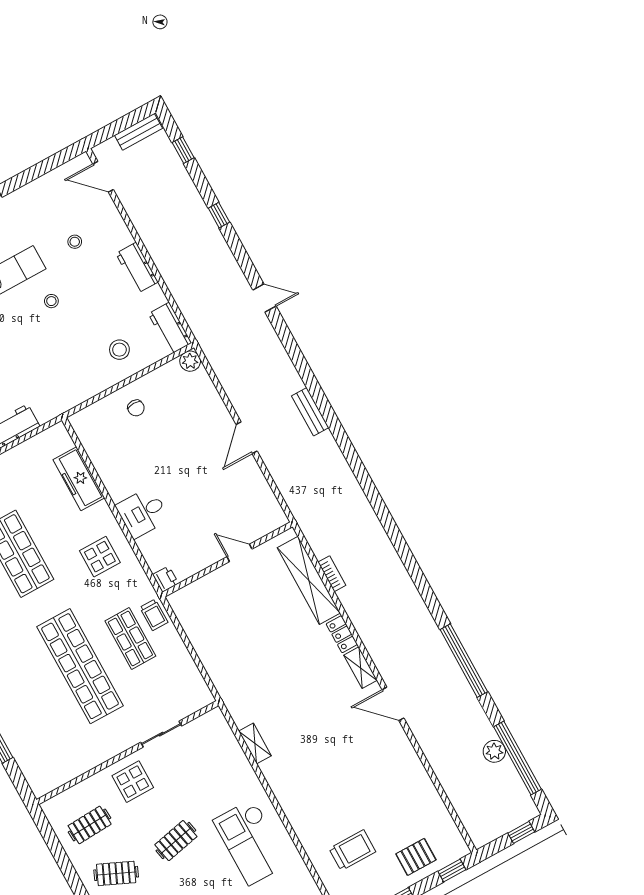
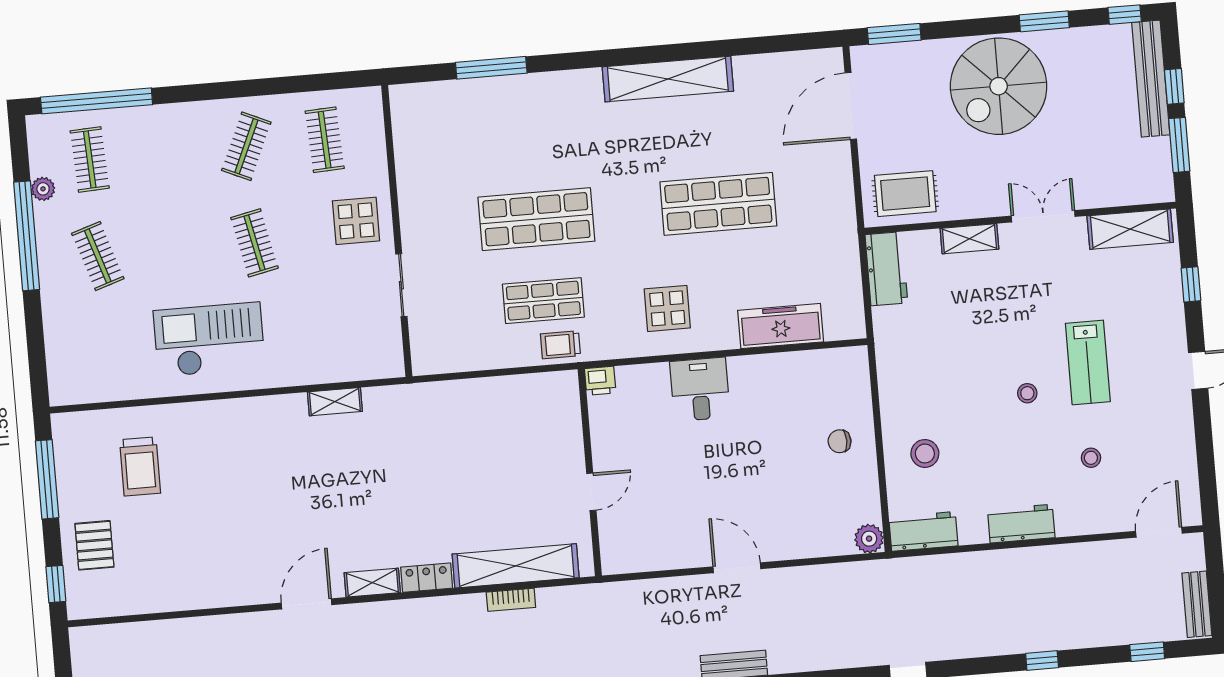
shop shelf: (80, 666) -> (536, 219), width x0.71

